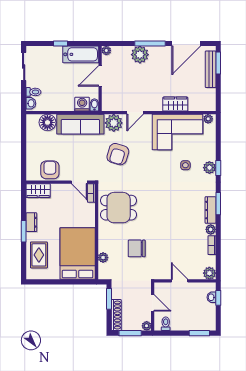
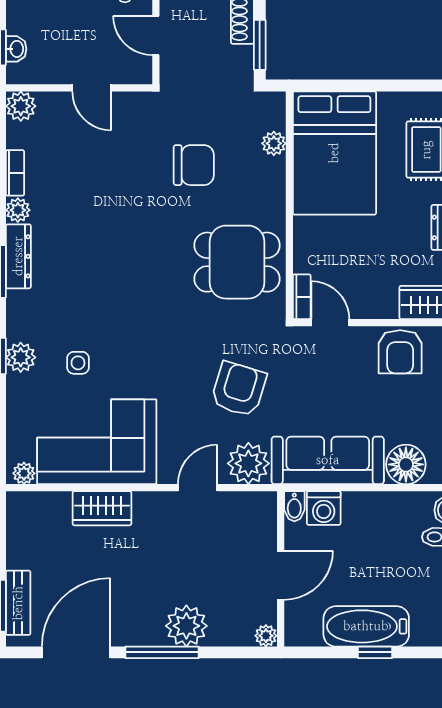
bathtub: (81, 54) -> (366, 626), moved
bench: (211, 69) -> (18, 603), width x0.73

